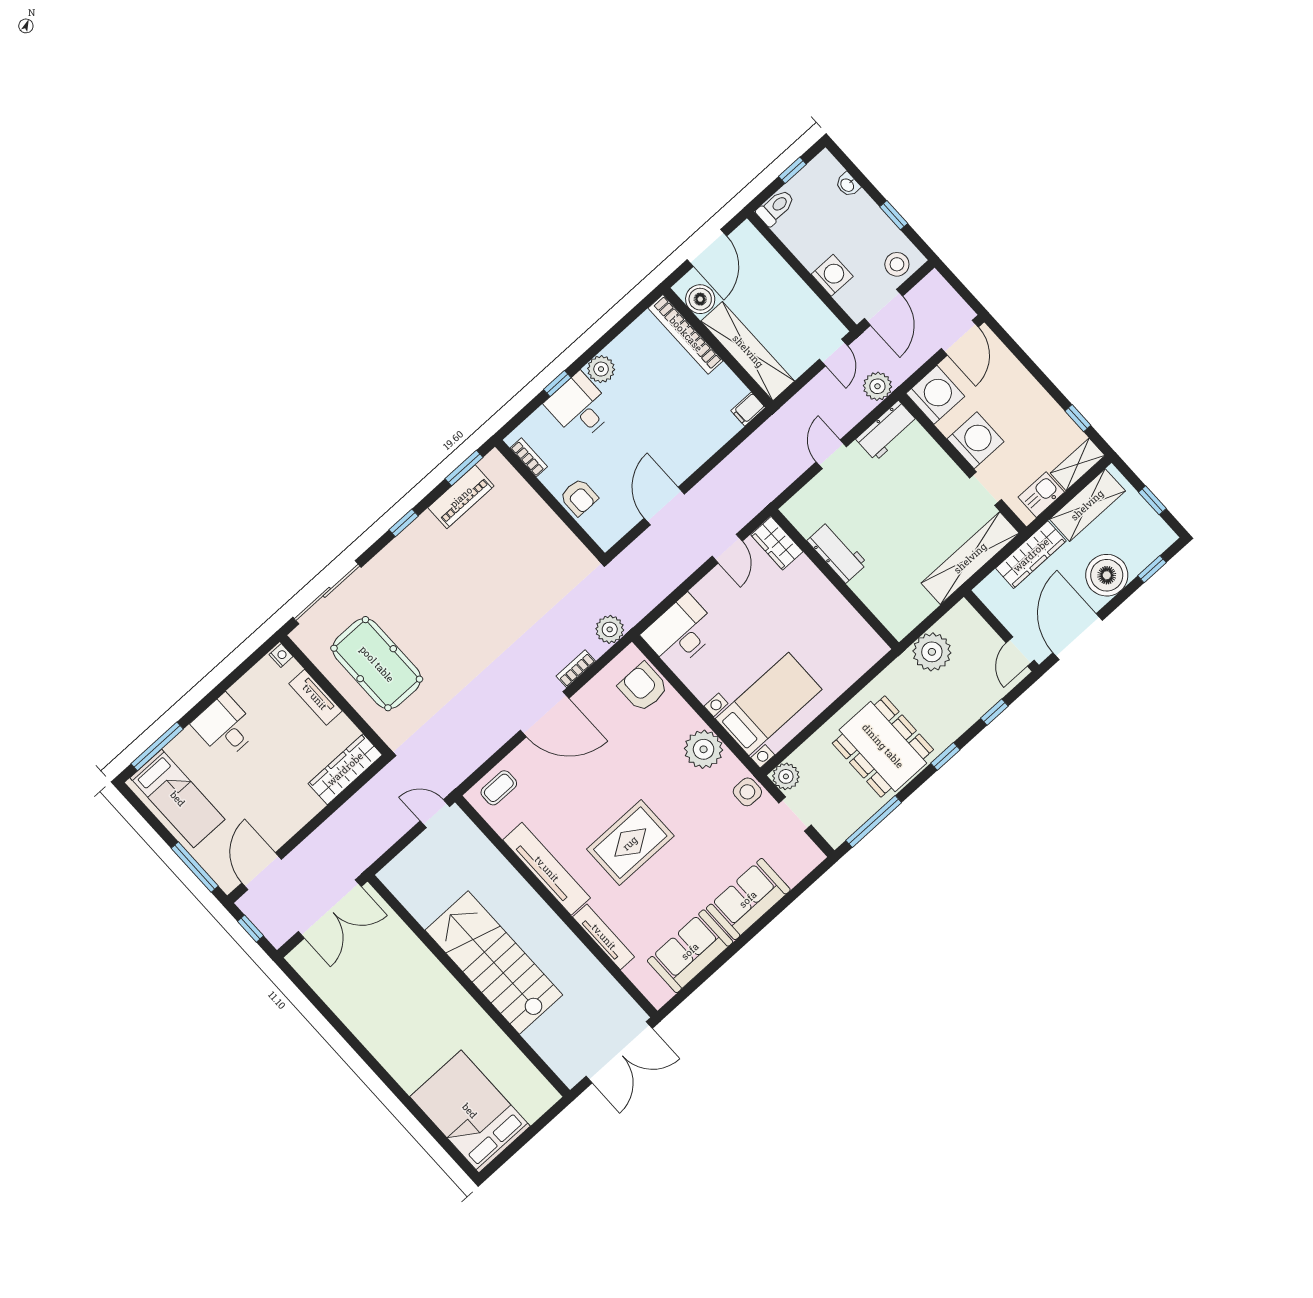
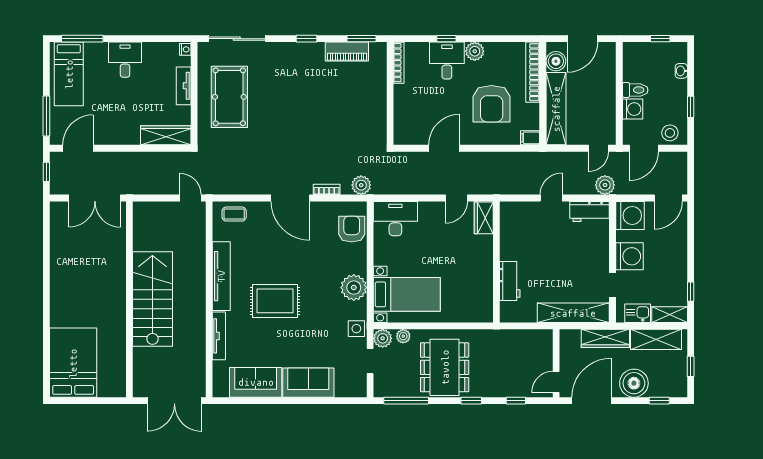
toilet: (776, 207) -> (635, 90), moved
bookcase: (529, 457) -> (399, 63), width x1.56
armchair: (579, 497) -> (492, 104), moved, width x1.88, depth x1.88
workbench: (837, 552) -> (510, 281), moved
plant: (932, 652) -> (403, 336), moved, width x0.53, depth x0.53

